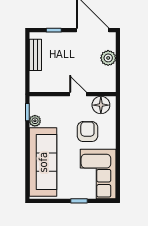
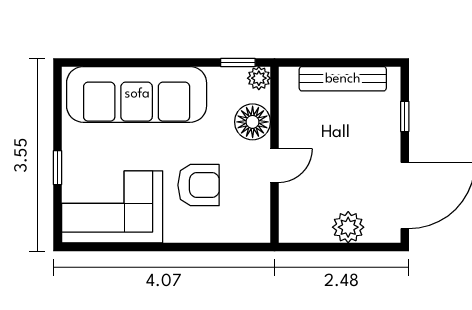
bench: (35, 55) -> (343, 79), width x1.36
floor lamp: (101, 105) -> (253, 122), moved
plant: (35, 121) -> (259, 78), moved

